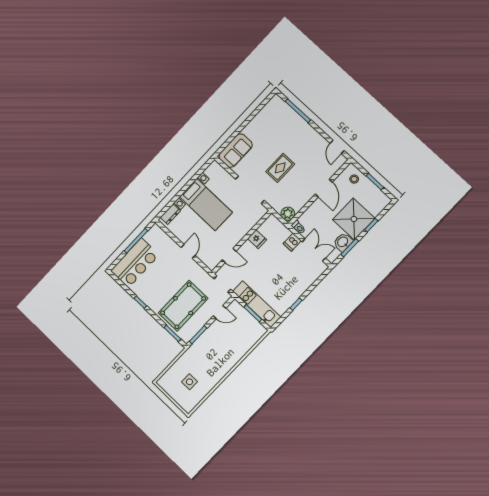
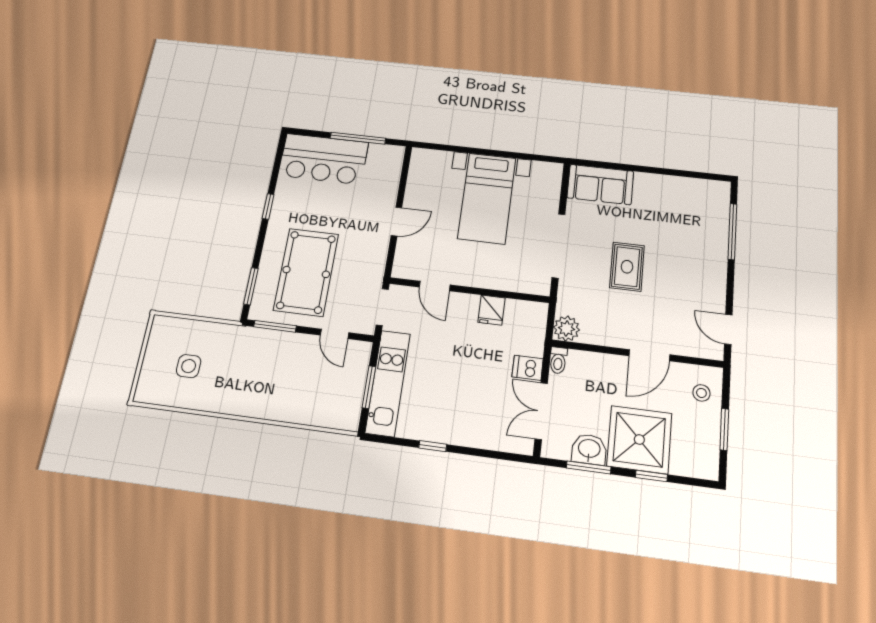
door: (337, 147) -> (728, 329), hinge flipped
rug: (280, 168) -> (627, 267), turned 90
dresser: (170, 214) -> (434, 158), removed
double door: (314, 250) -> (541, 411), swing flipped
pool table: (183, 306) -> (306, 272), turned 90

